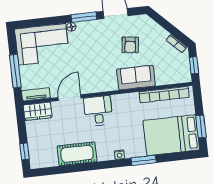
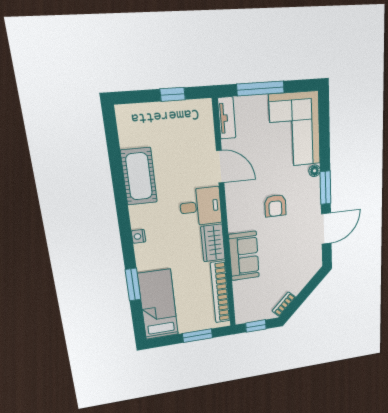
armchair: (130, 45) -> (275, 206), moved, turned -97
wardrobe: (38, 111) -> (213, 243), moved
window: (201, 127) -> (198, 336), moved
bed: (171, 135) -> (158, 305), width x0.67
window: (24, 151) -> (173, 94), moved
window: (144, 160) -> (133, 285), moved

